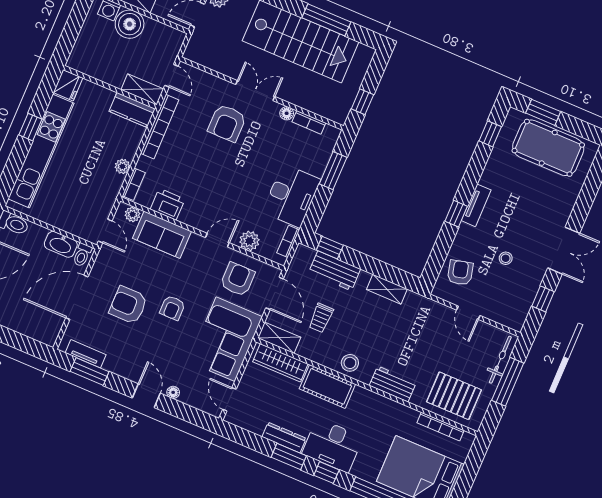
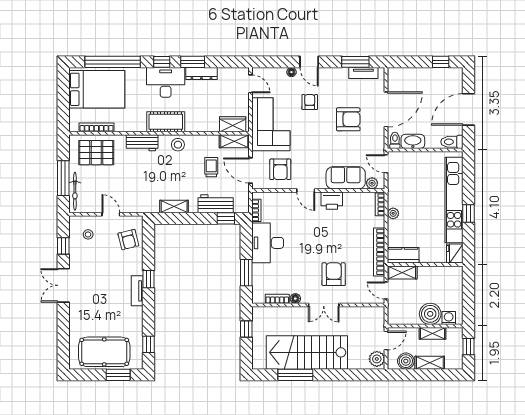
printer: (168, 204) -> (332, 201), moved
door: (217, 240) -> (306, 190), hinge flipped
plant: (249, 241) -> (283, 199), removed
stool: (506, 258) -> (88, 234), moved
armchair: (172, 308) -> (310, 102), moved
wardrobe: (280, 363) -> (233, 124), width x0.67
cot: (327, 386) -> (166, 122), moved

